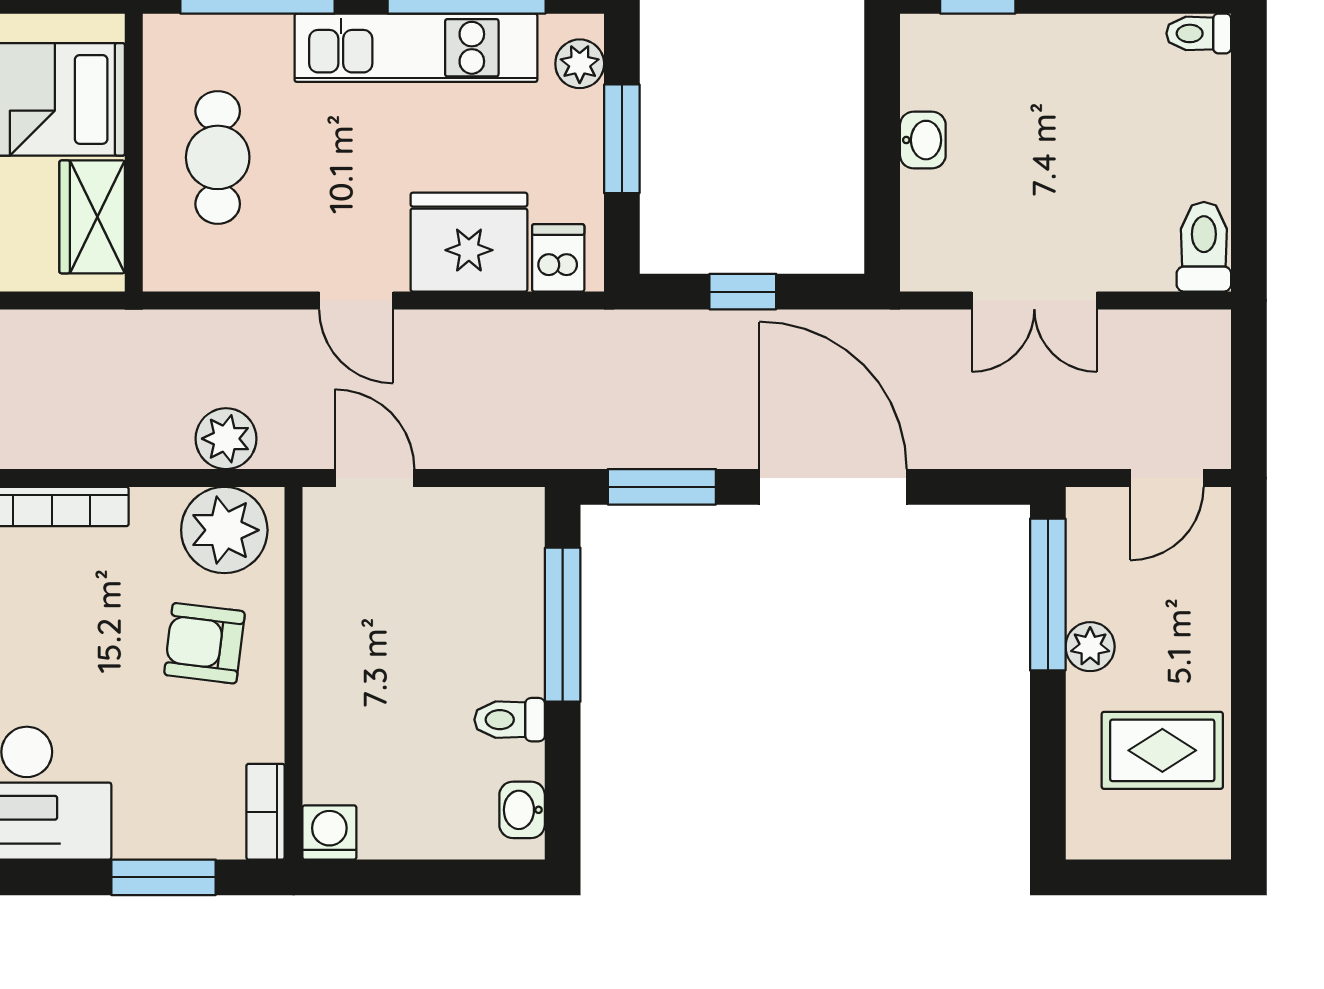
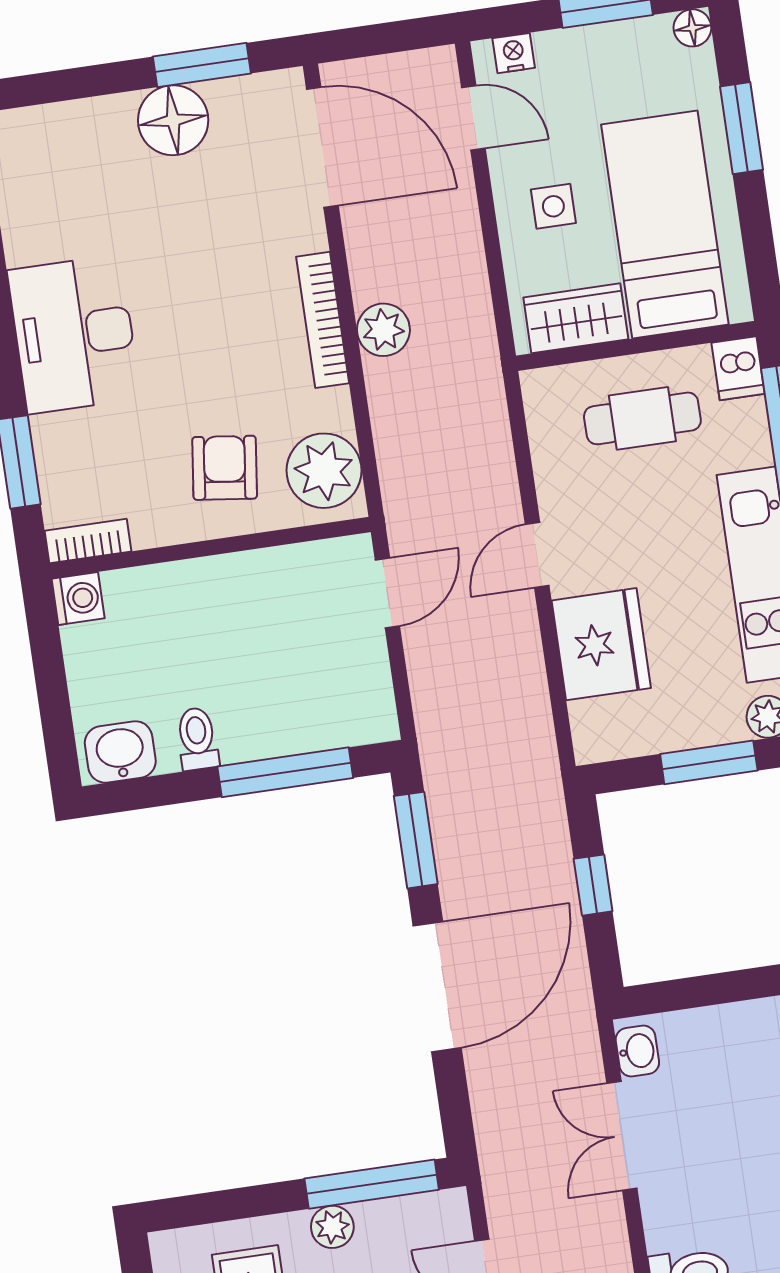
washbasin: (923, 140) -> (637, 1051), moved, turned -90
dishwasher: (558, 258) -> (738, 368), moved, turned 90
plant: (226, 439) -> (383, 330), moved
washbasin: (522, 810) -> (120, 752), width x1.38, depth x1.45

